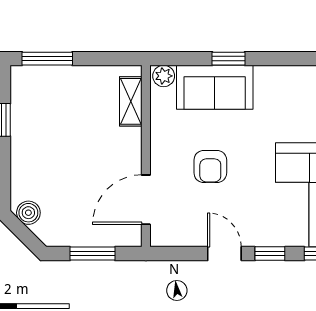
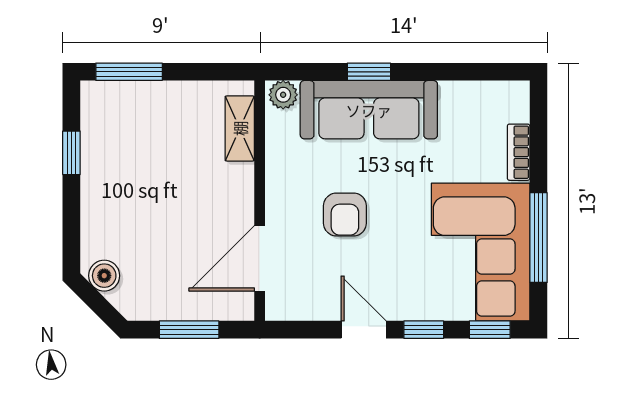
sofa: (215, 87) -> (369, 110), width x1.36

